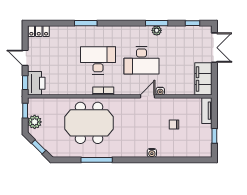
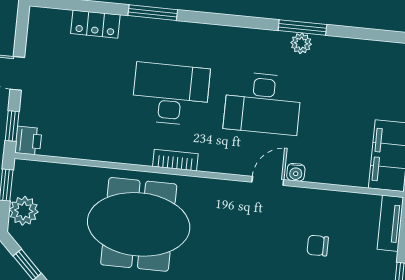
window: (193, 23) -> (379, 35), removed
locker: (39, 31) -> (95, 24), moved
printer: (36, 83) -> (28, 141), width x0.53, depth x0.68

